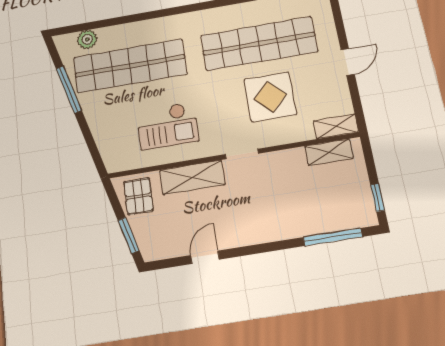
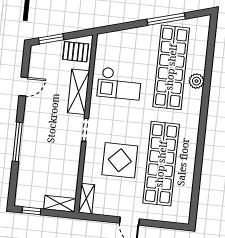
plant: (87, 39) -> (196, 81), moved
checkout: (167, 126) -> (119, 84), turned -90
shelving: (329, 152) -> (60, 204), moved, turned 90
window: (333, 237) -> (17, 142), moved
door: (205, 257) -> (23, 87), hinge flipped

